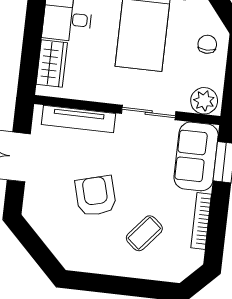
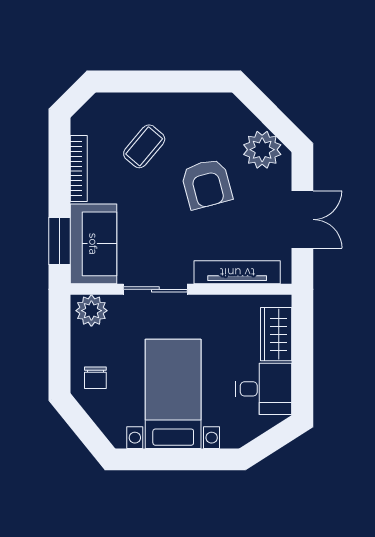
plant: (46, 219) -> (262, 150), added

